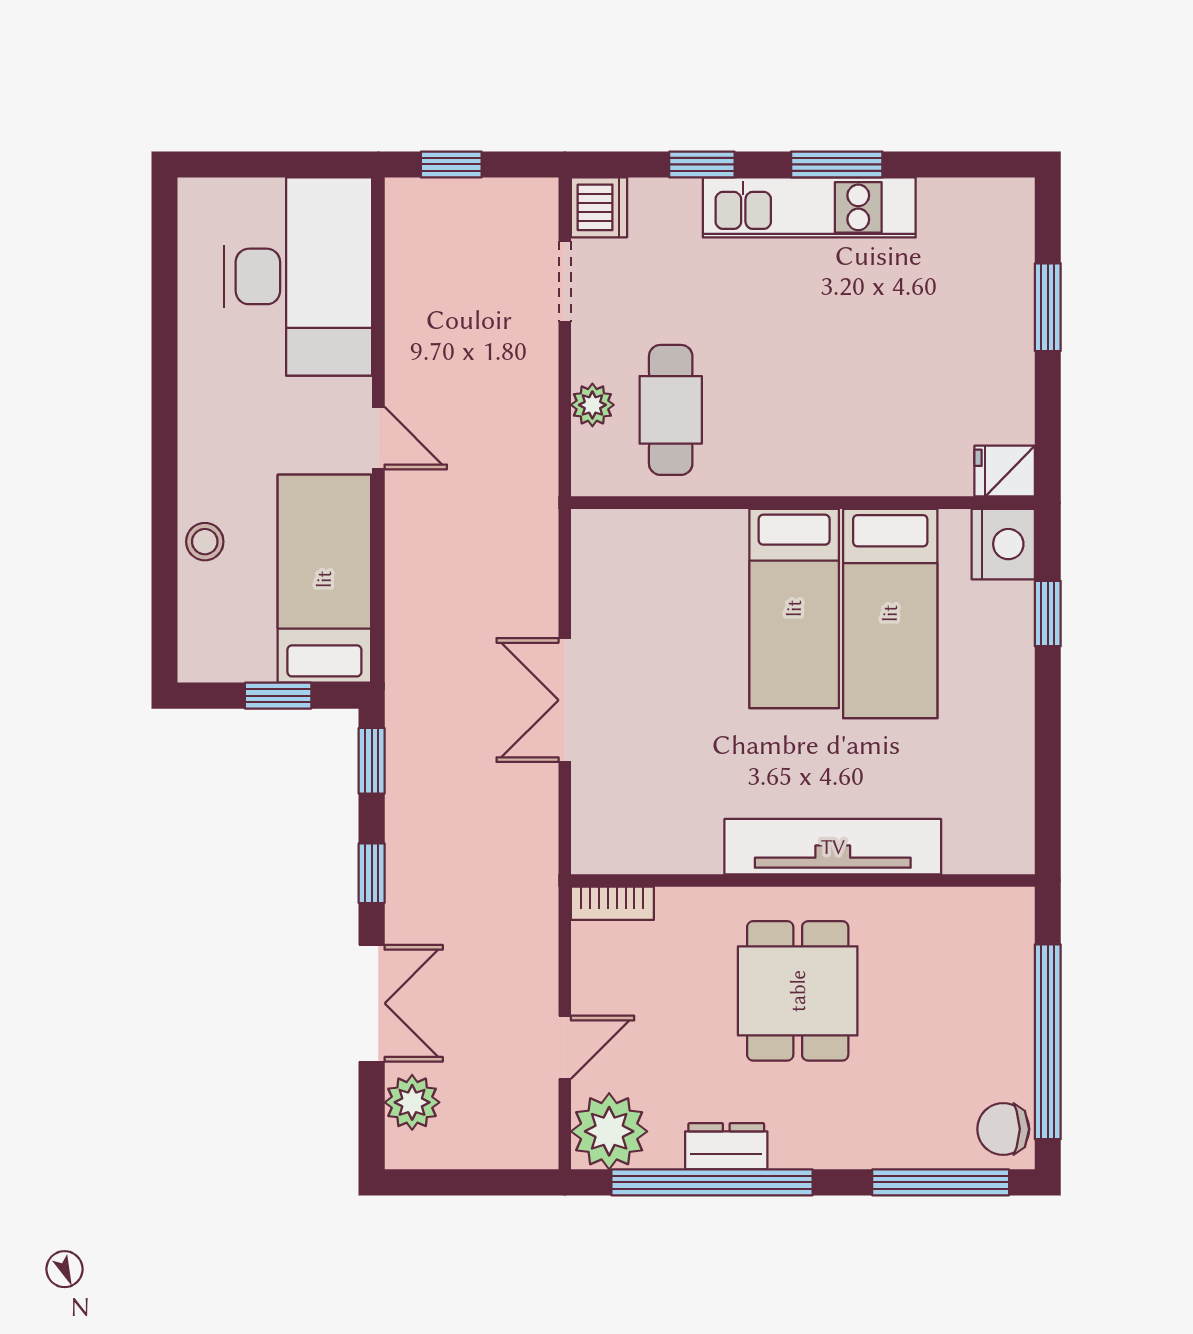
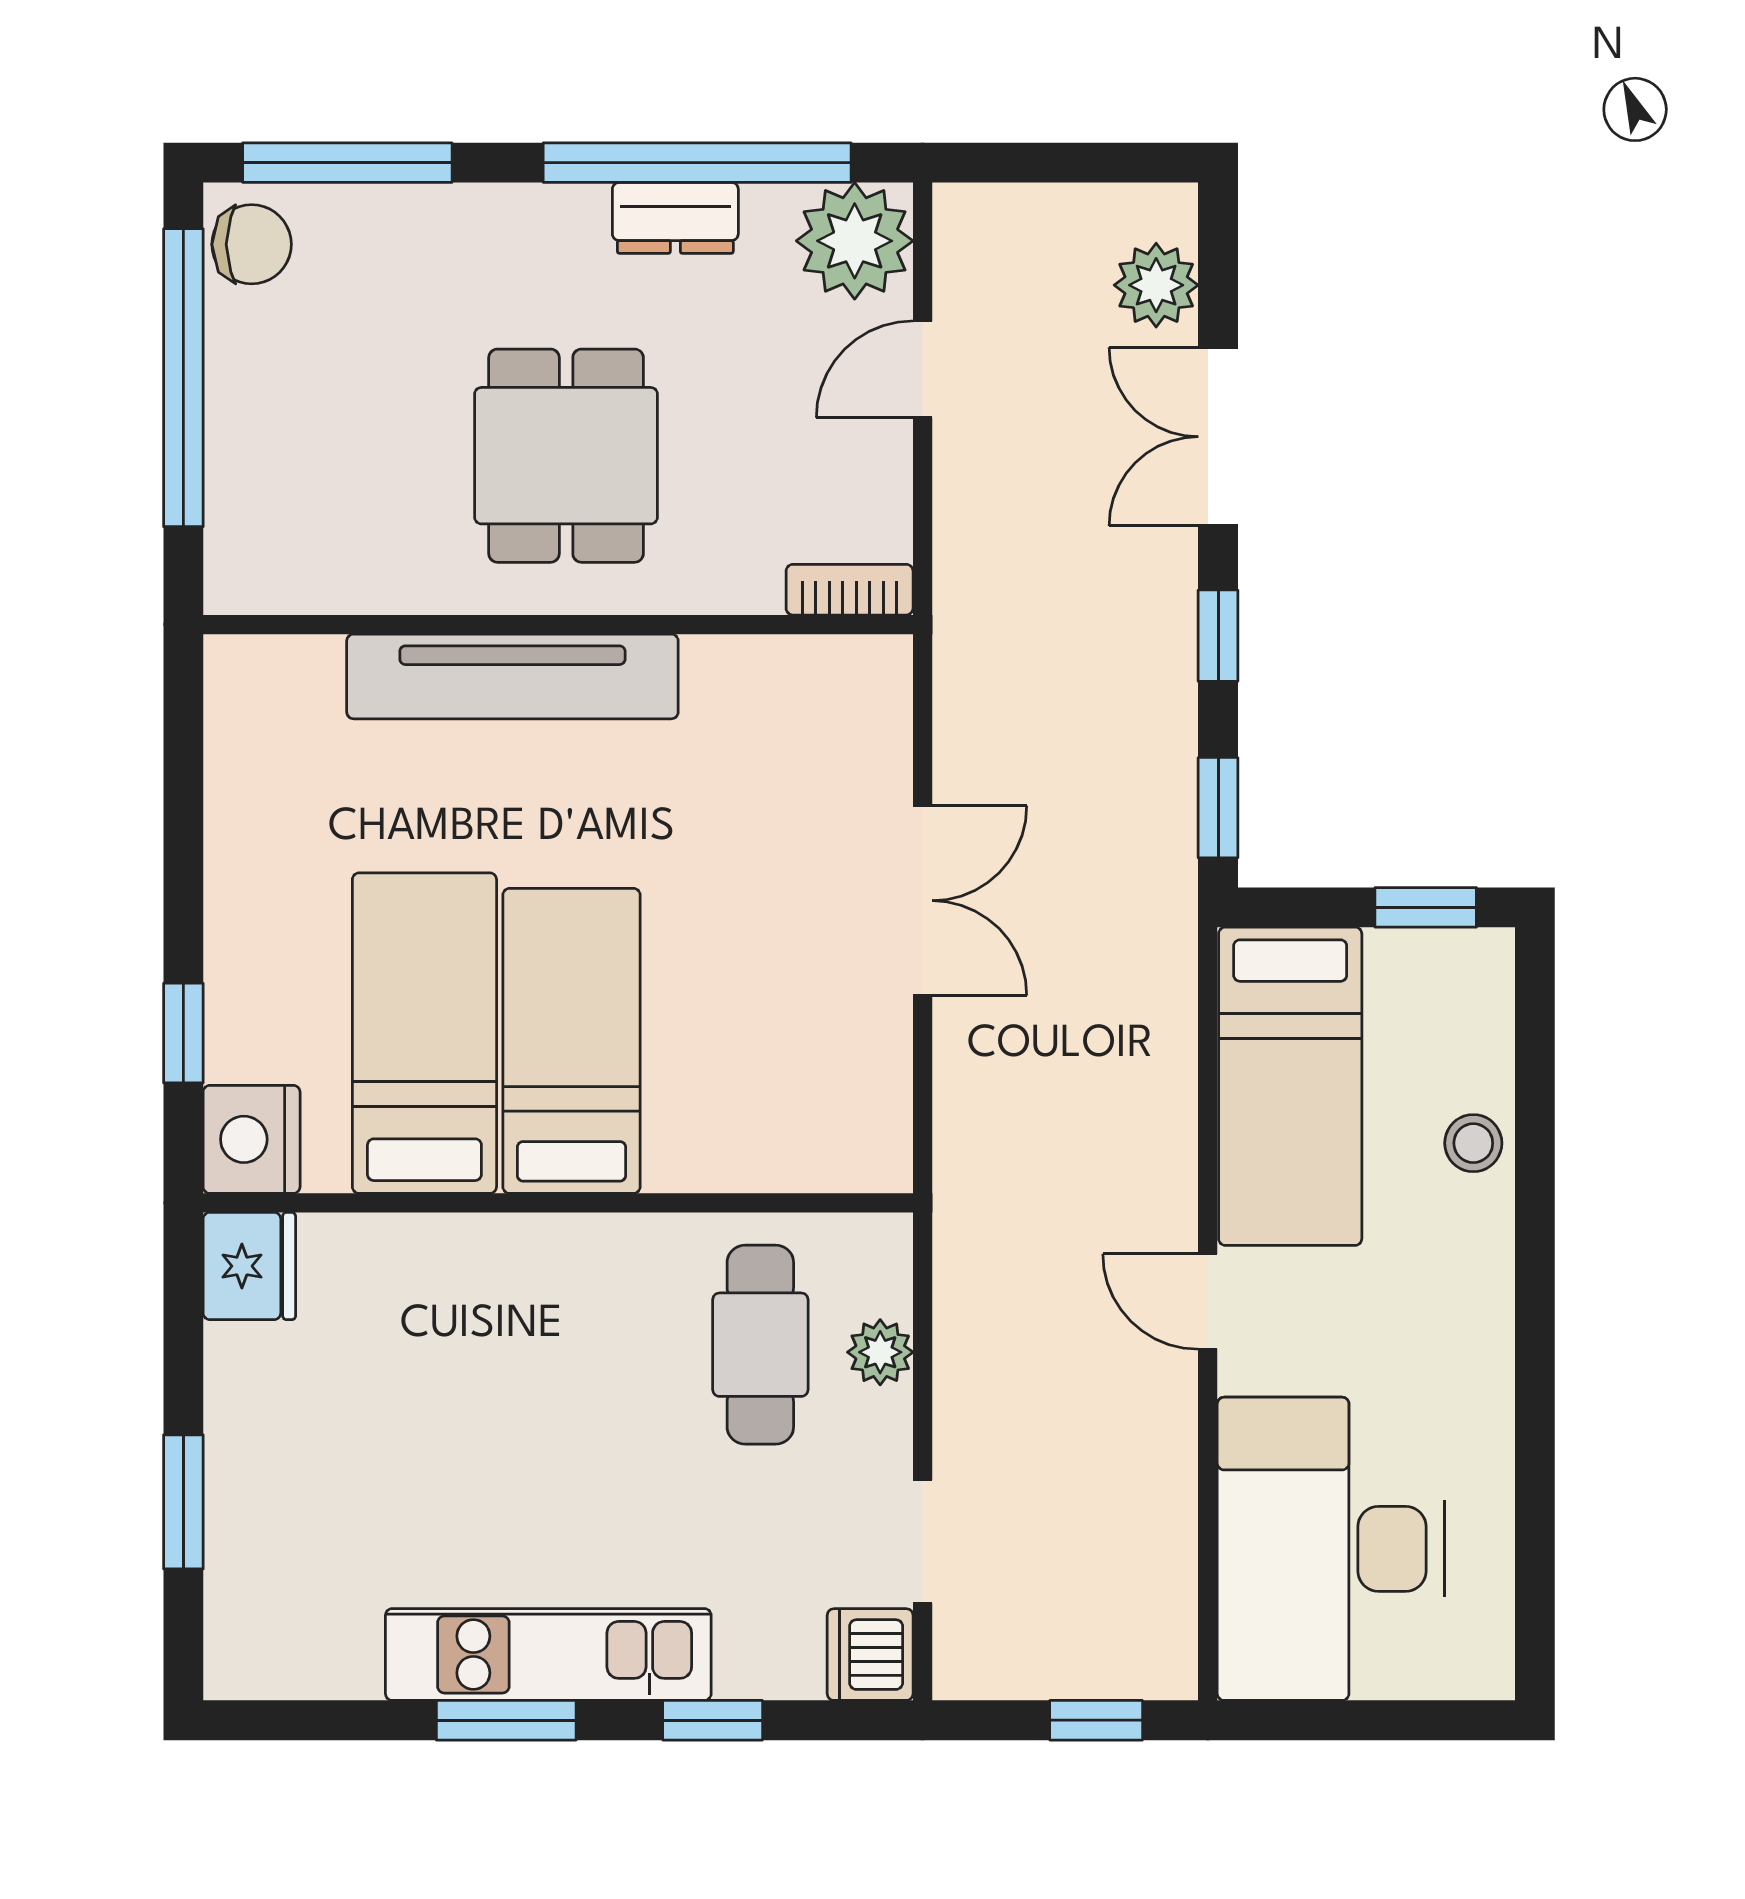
fridge: (1005, 471) -> (249, 1266), width x1.38
window: (278, 696) -> (1426, 907), moved

